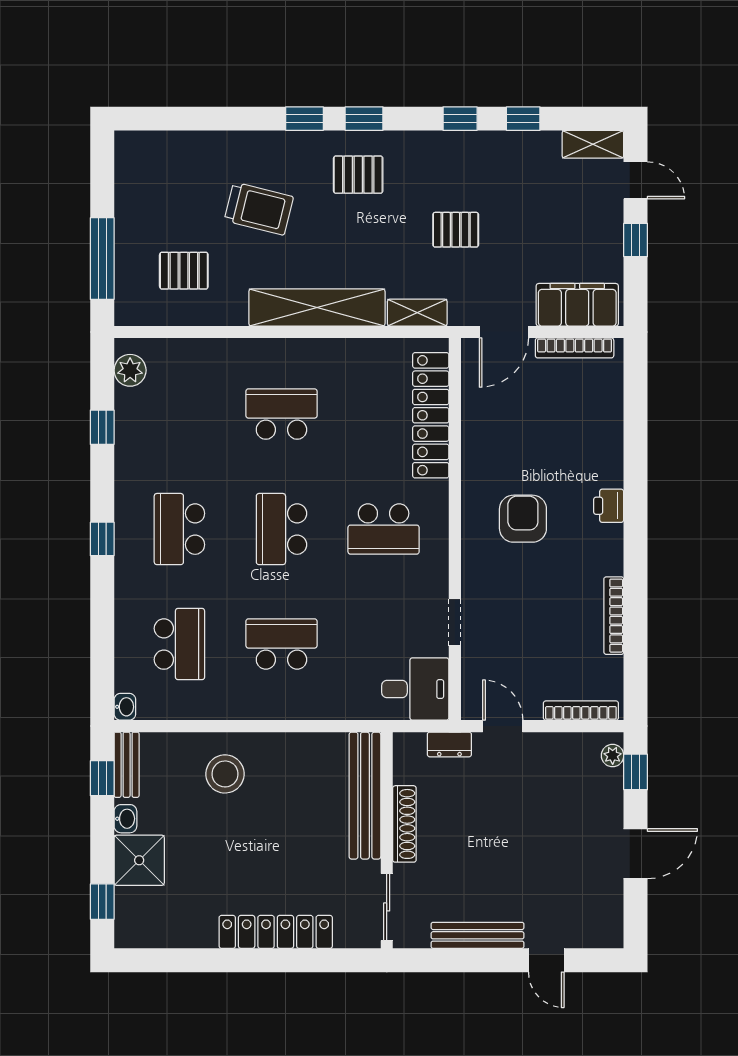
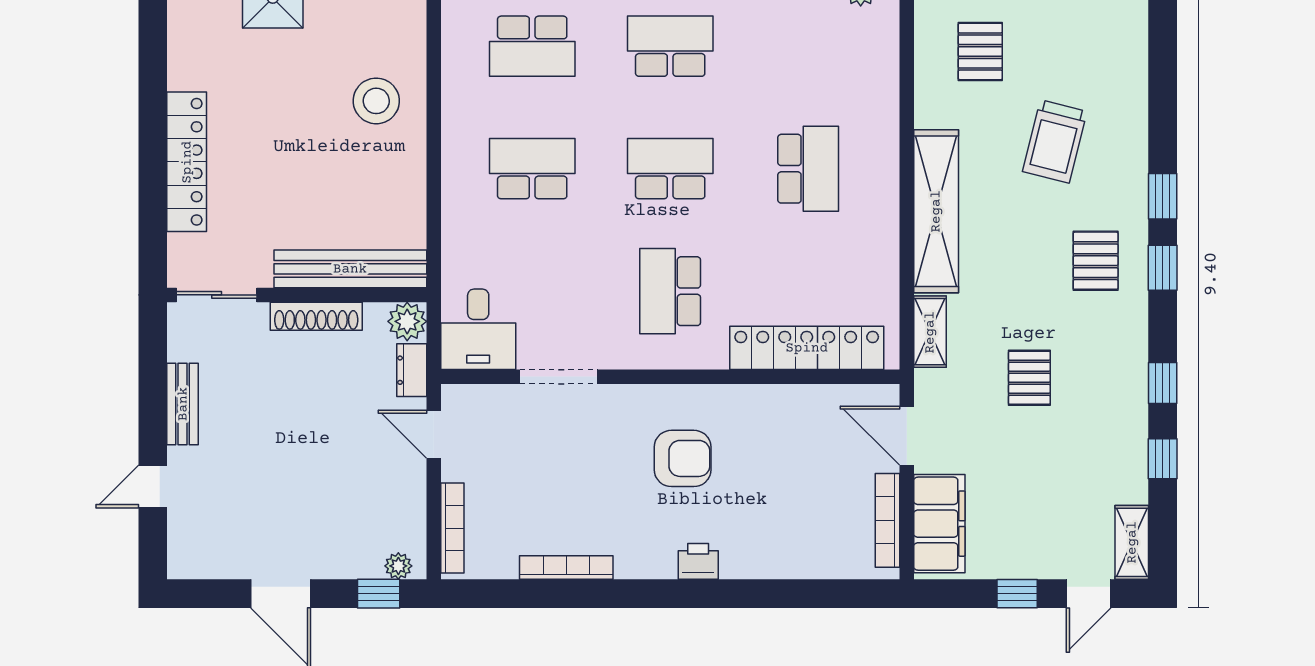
doorway: (455, 622) -> (558, 377), width x1.38
school desk: (281, 644) -> (532, 169), turned -90
door: (503, 726) -> (434, 434), swing flipped
plant: (409, 748) -> (407, 321), added
bench: (477, 935) -> (183, 404), width x0.73

